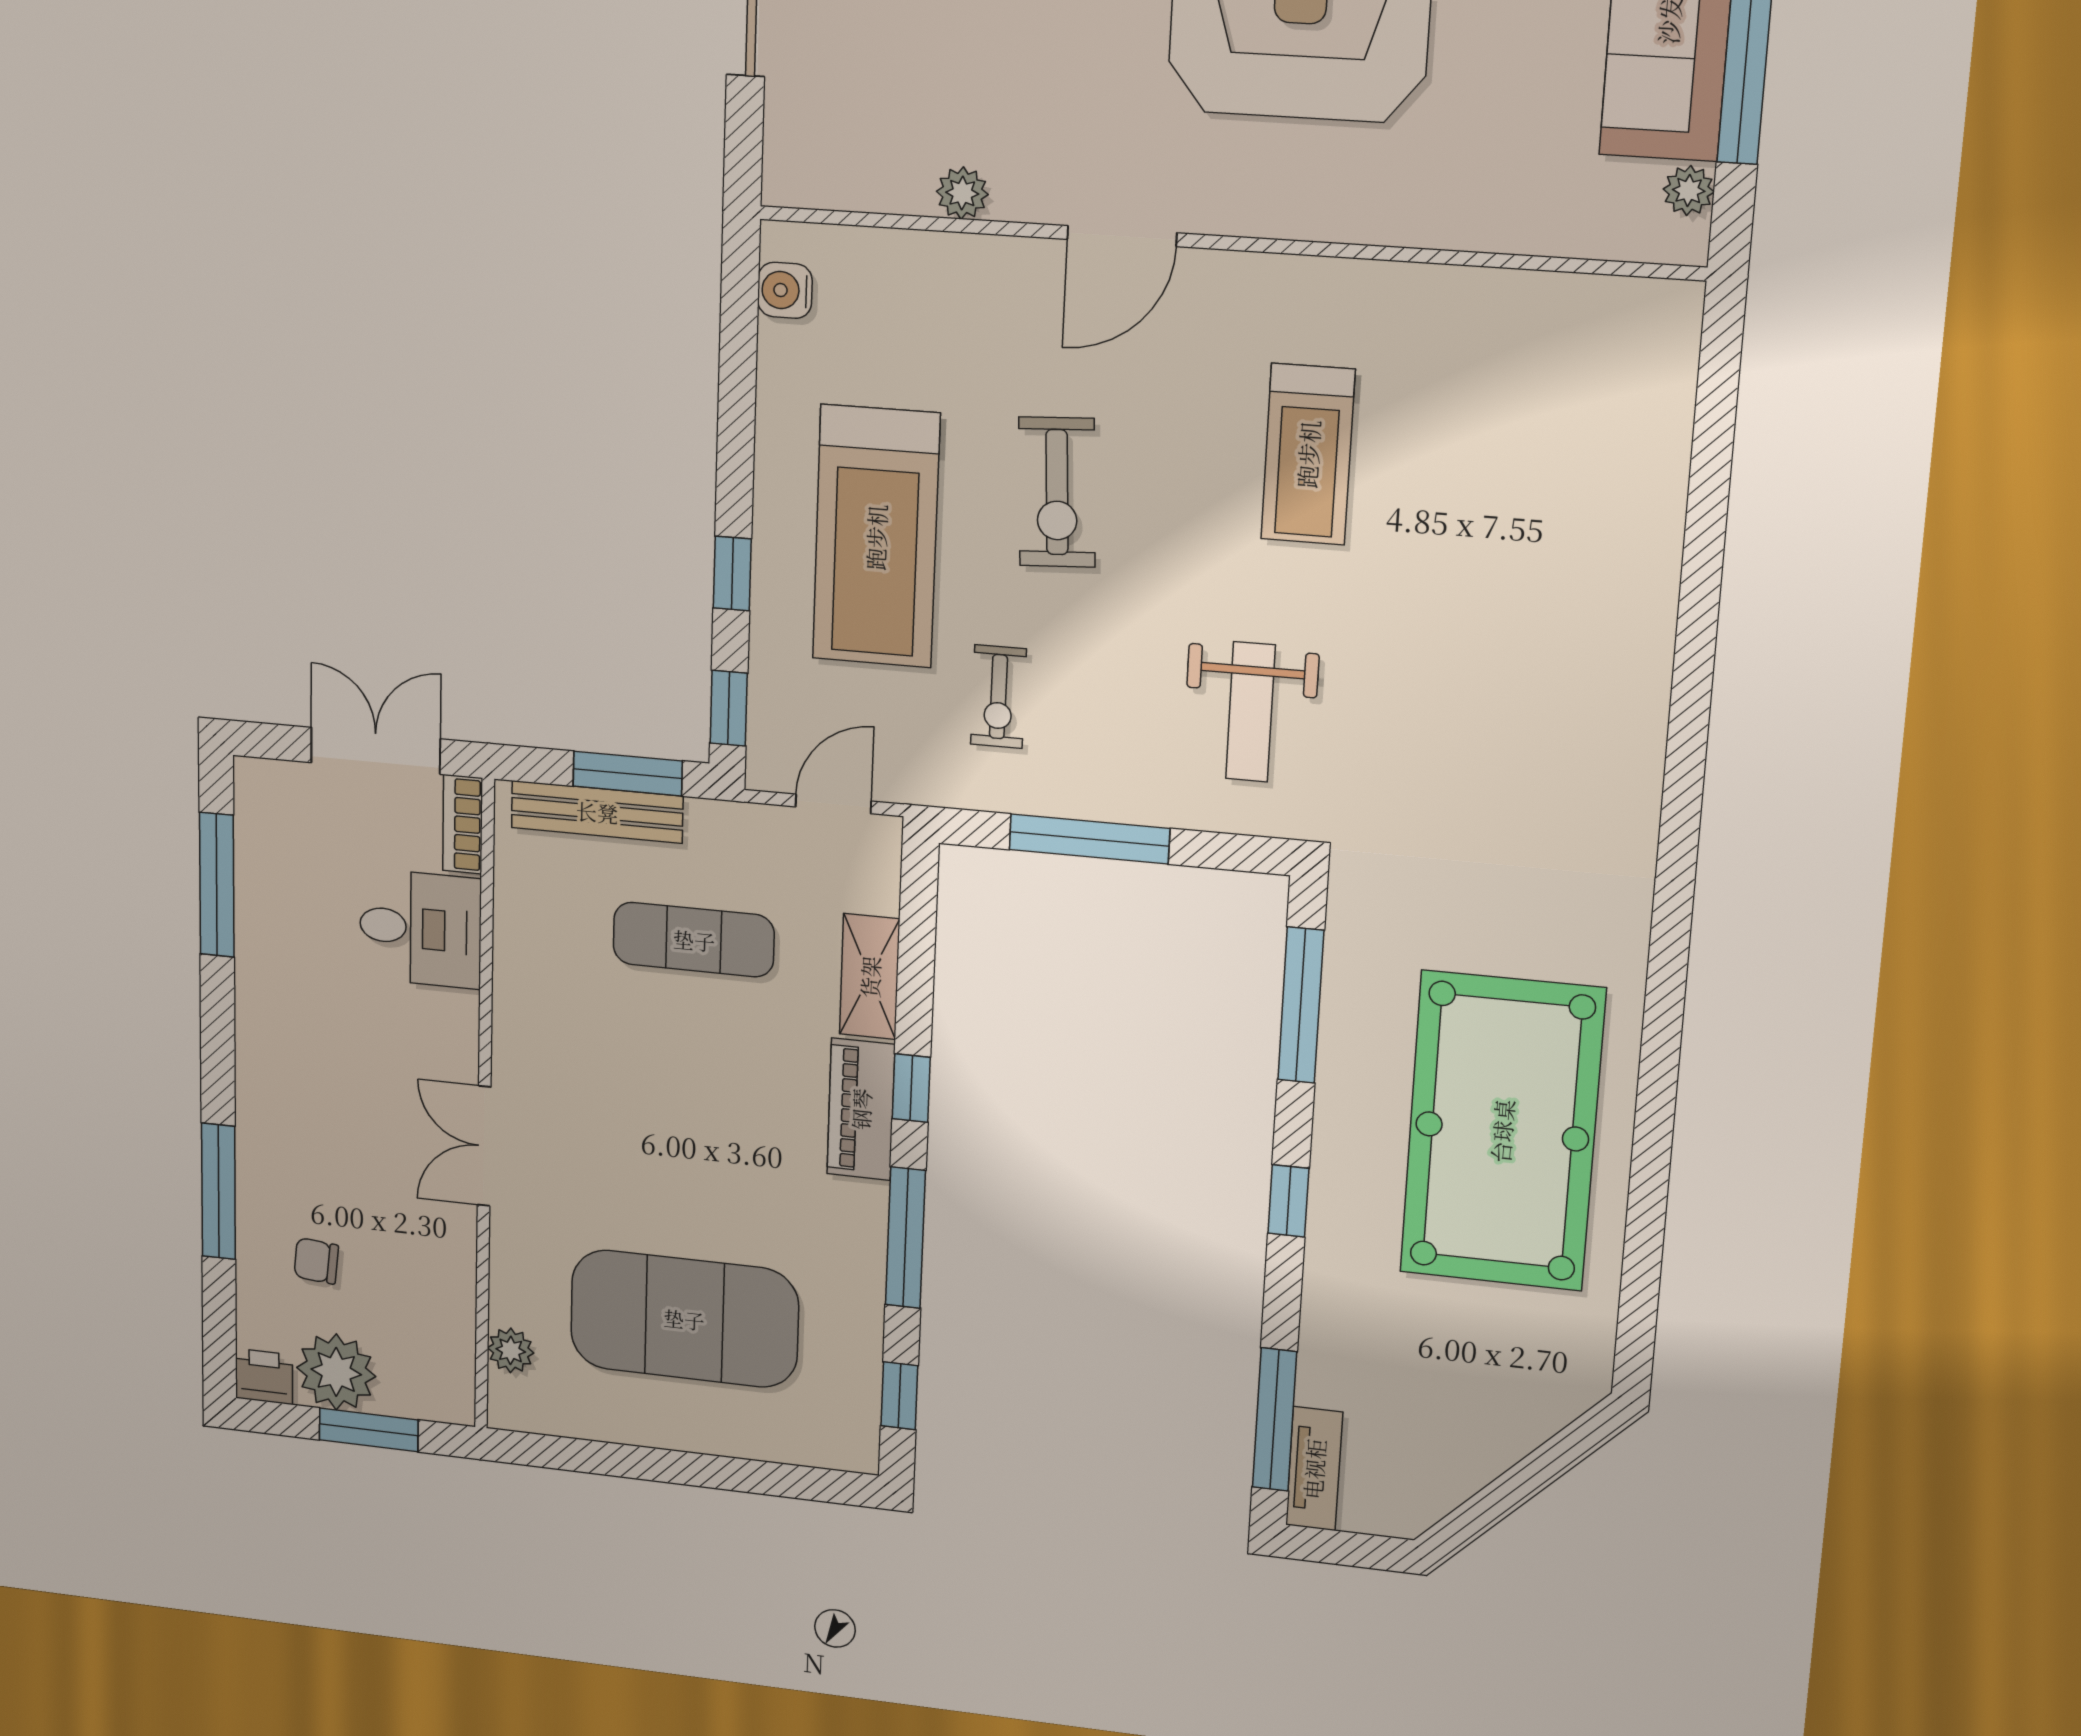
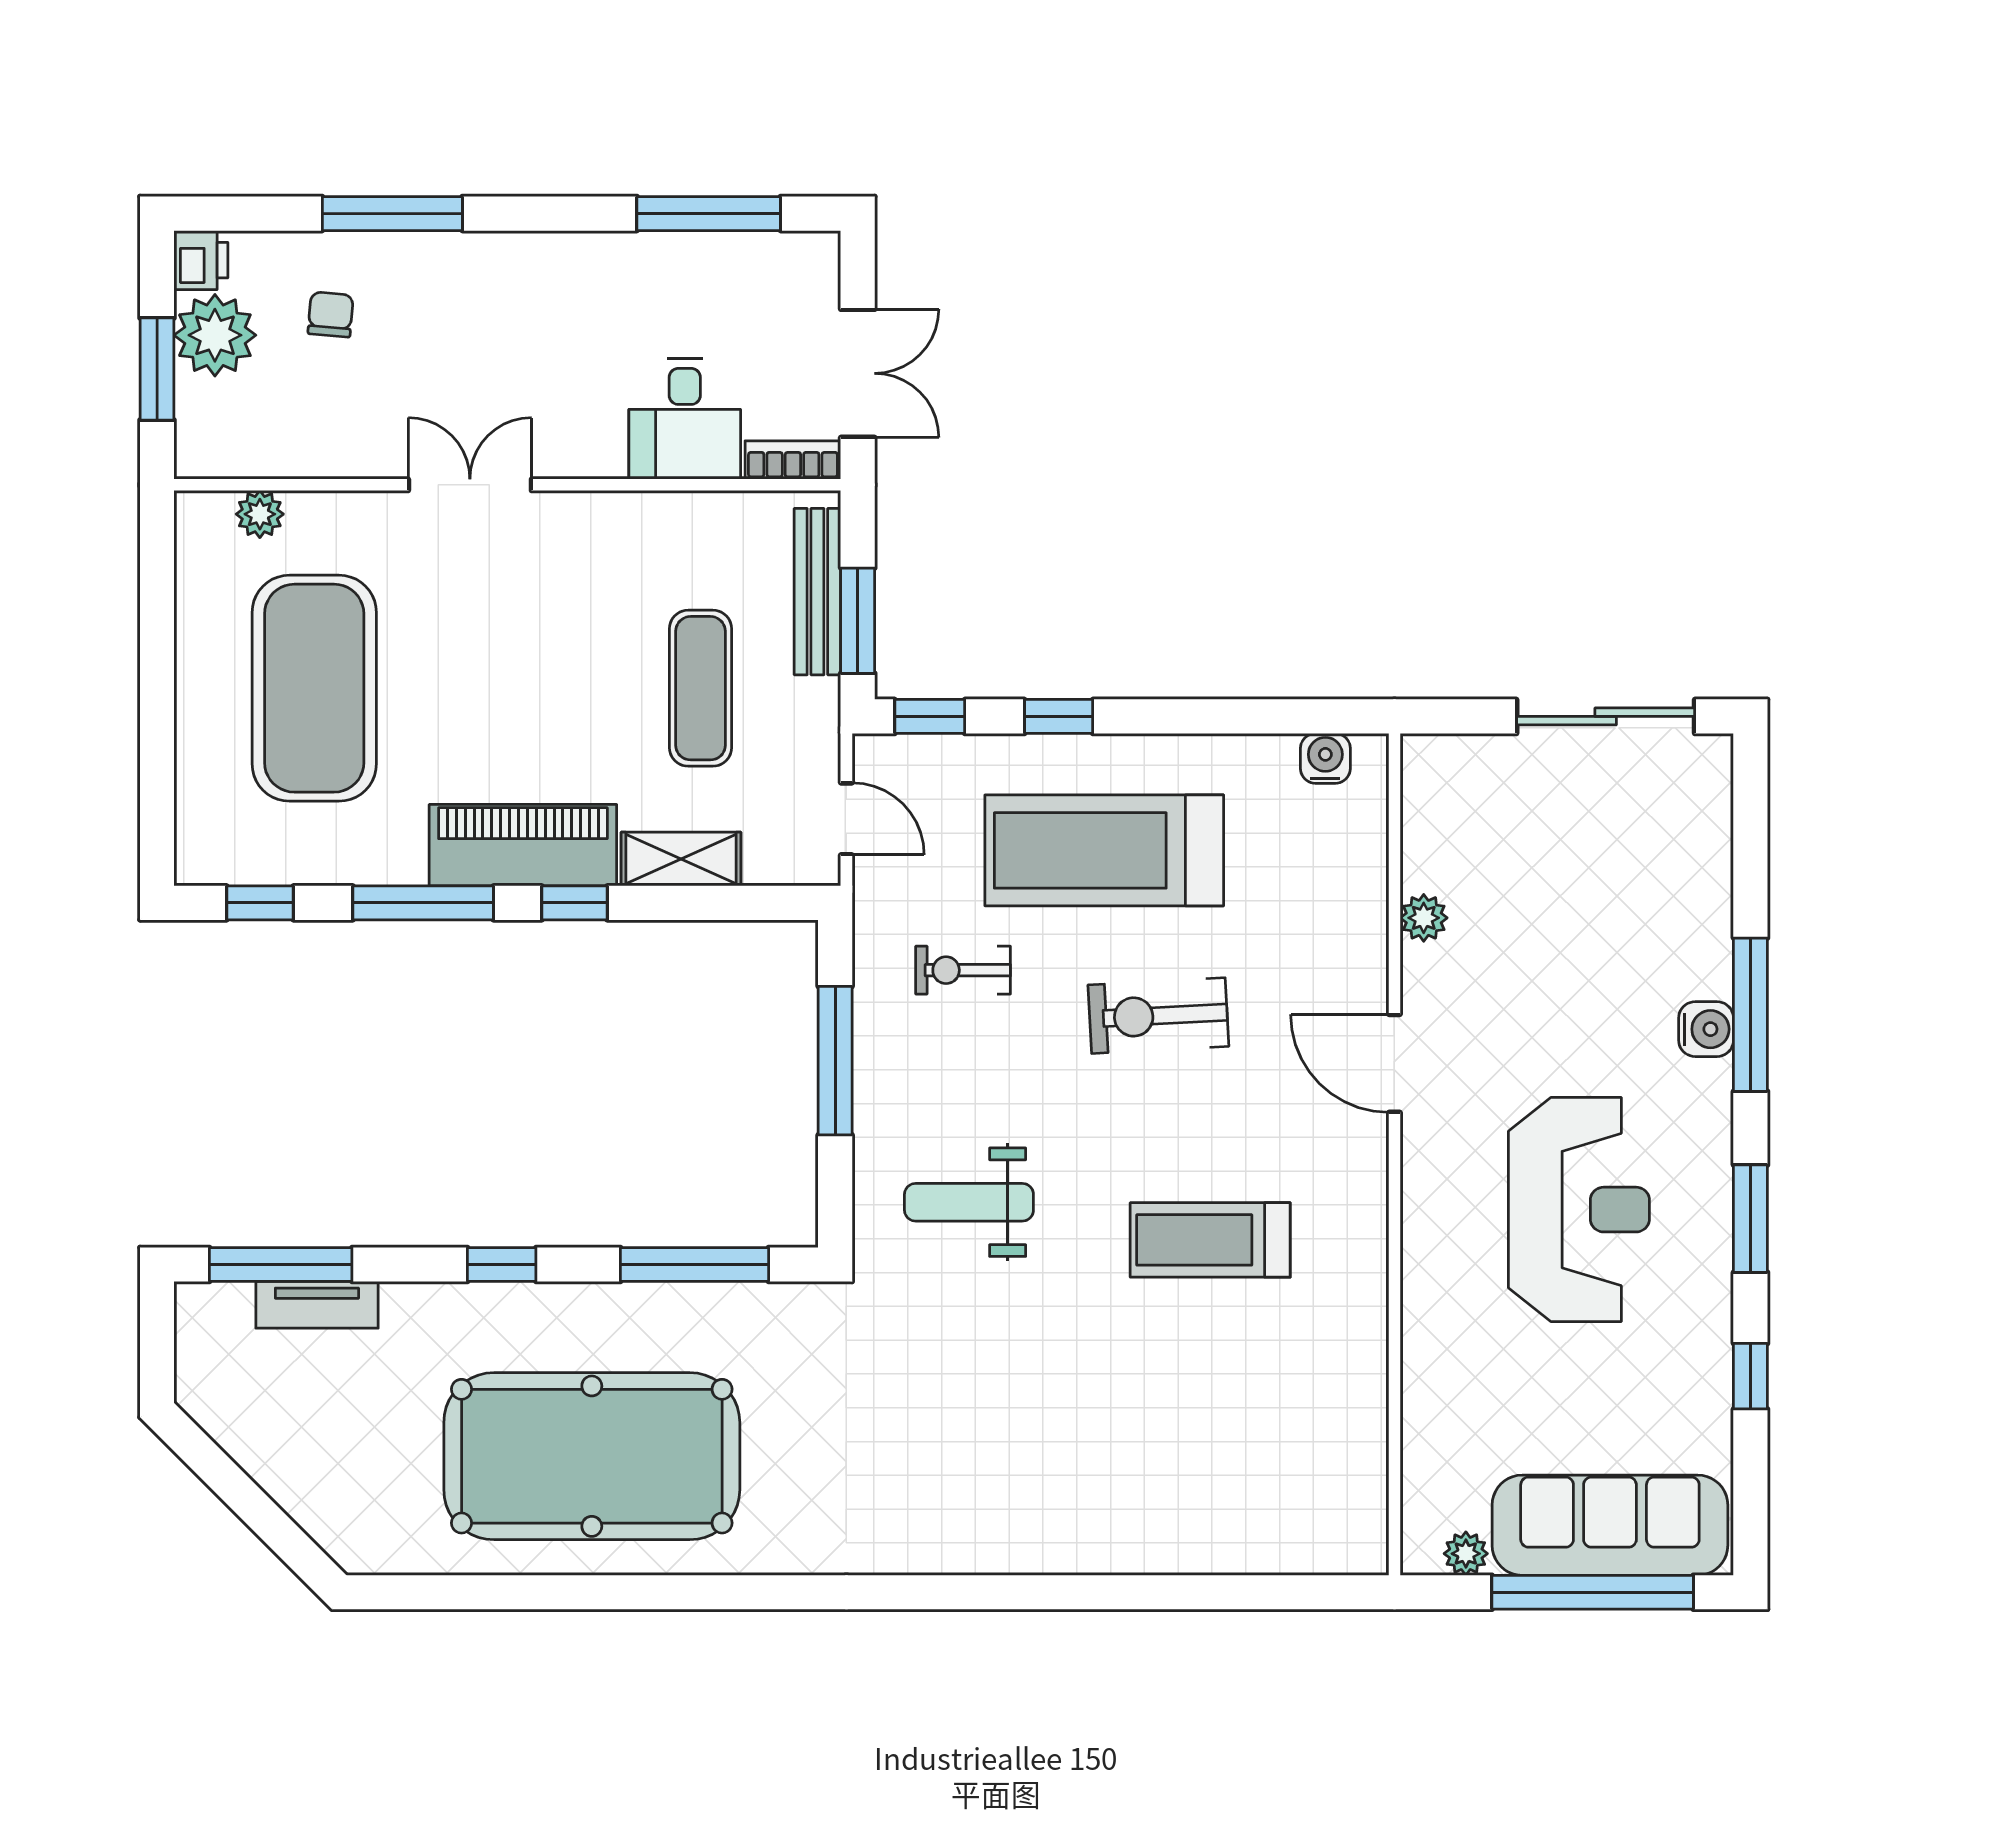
piano: (861, 1109) -> (523, 845), width x1.37, depth x1.33
tv unit: (1314, 1469) -> (317, 1305), moved

